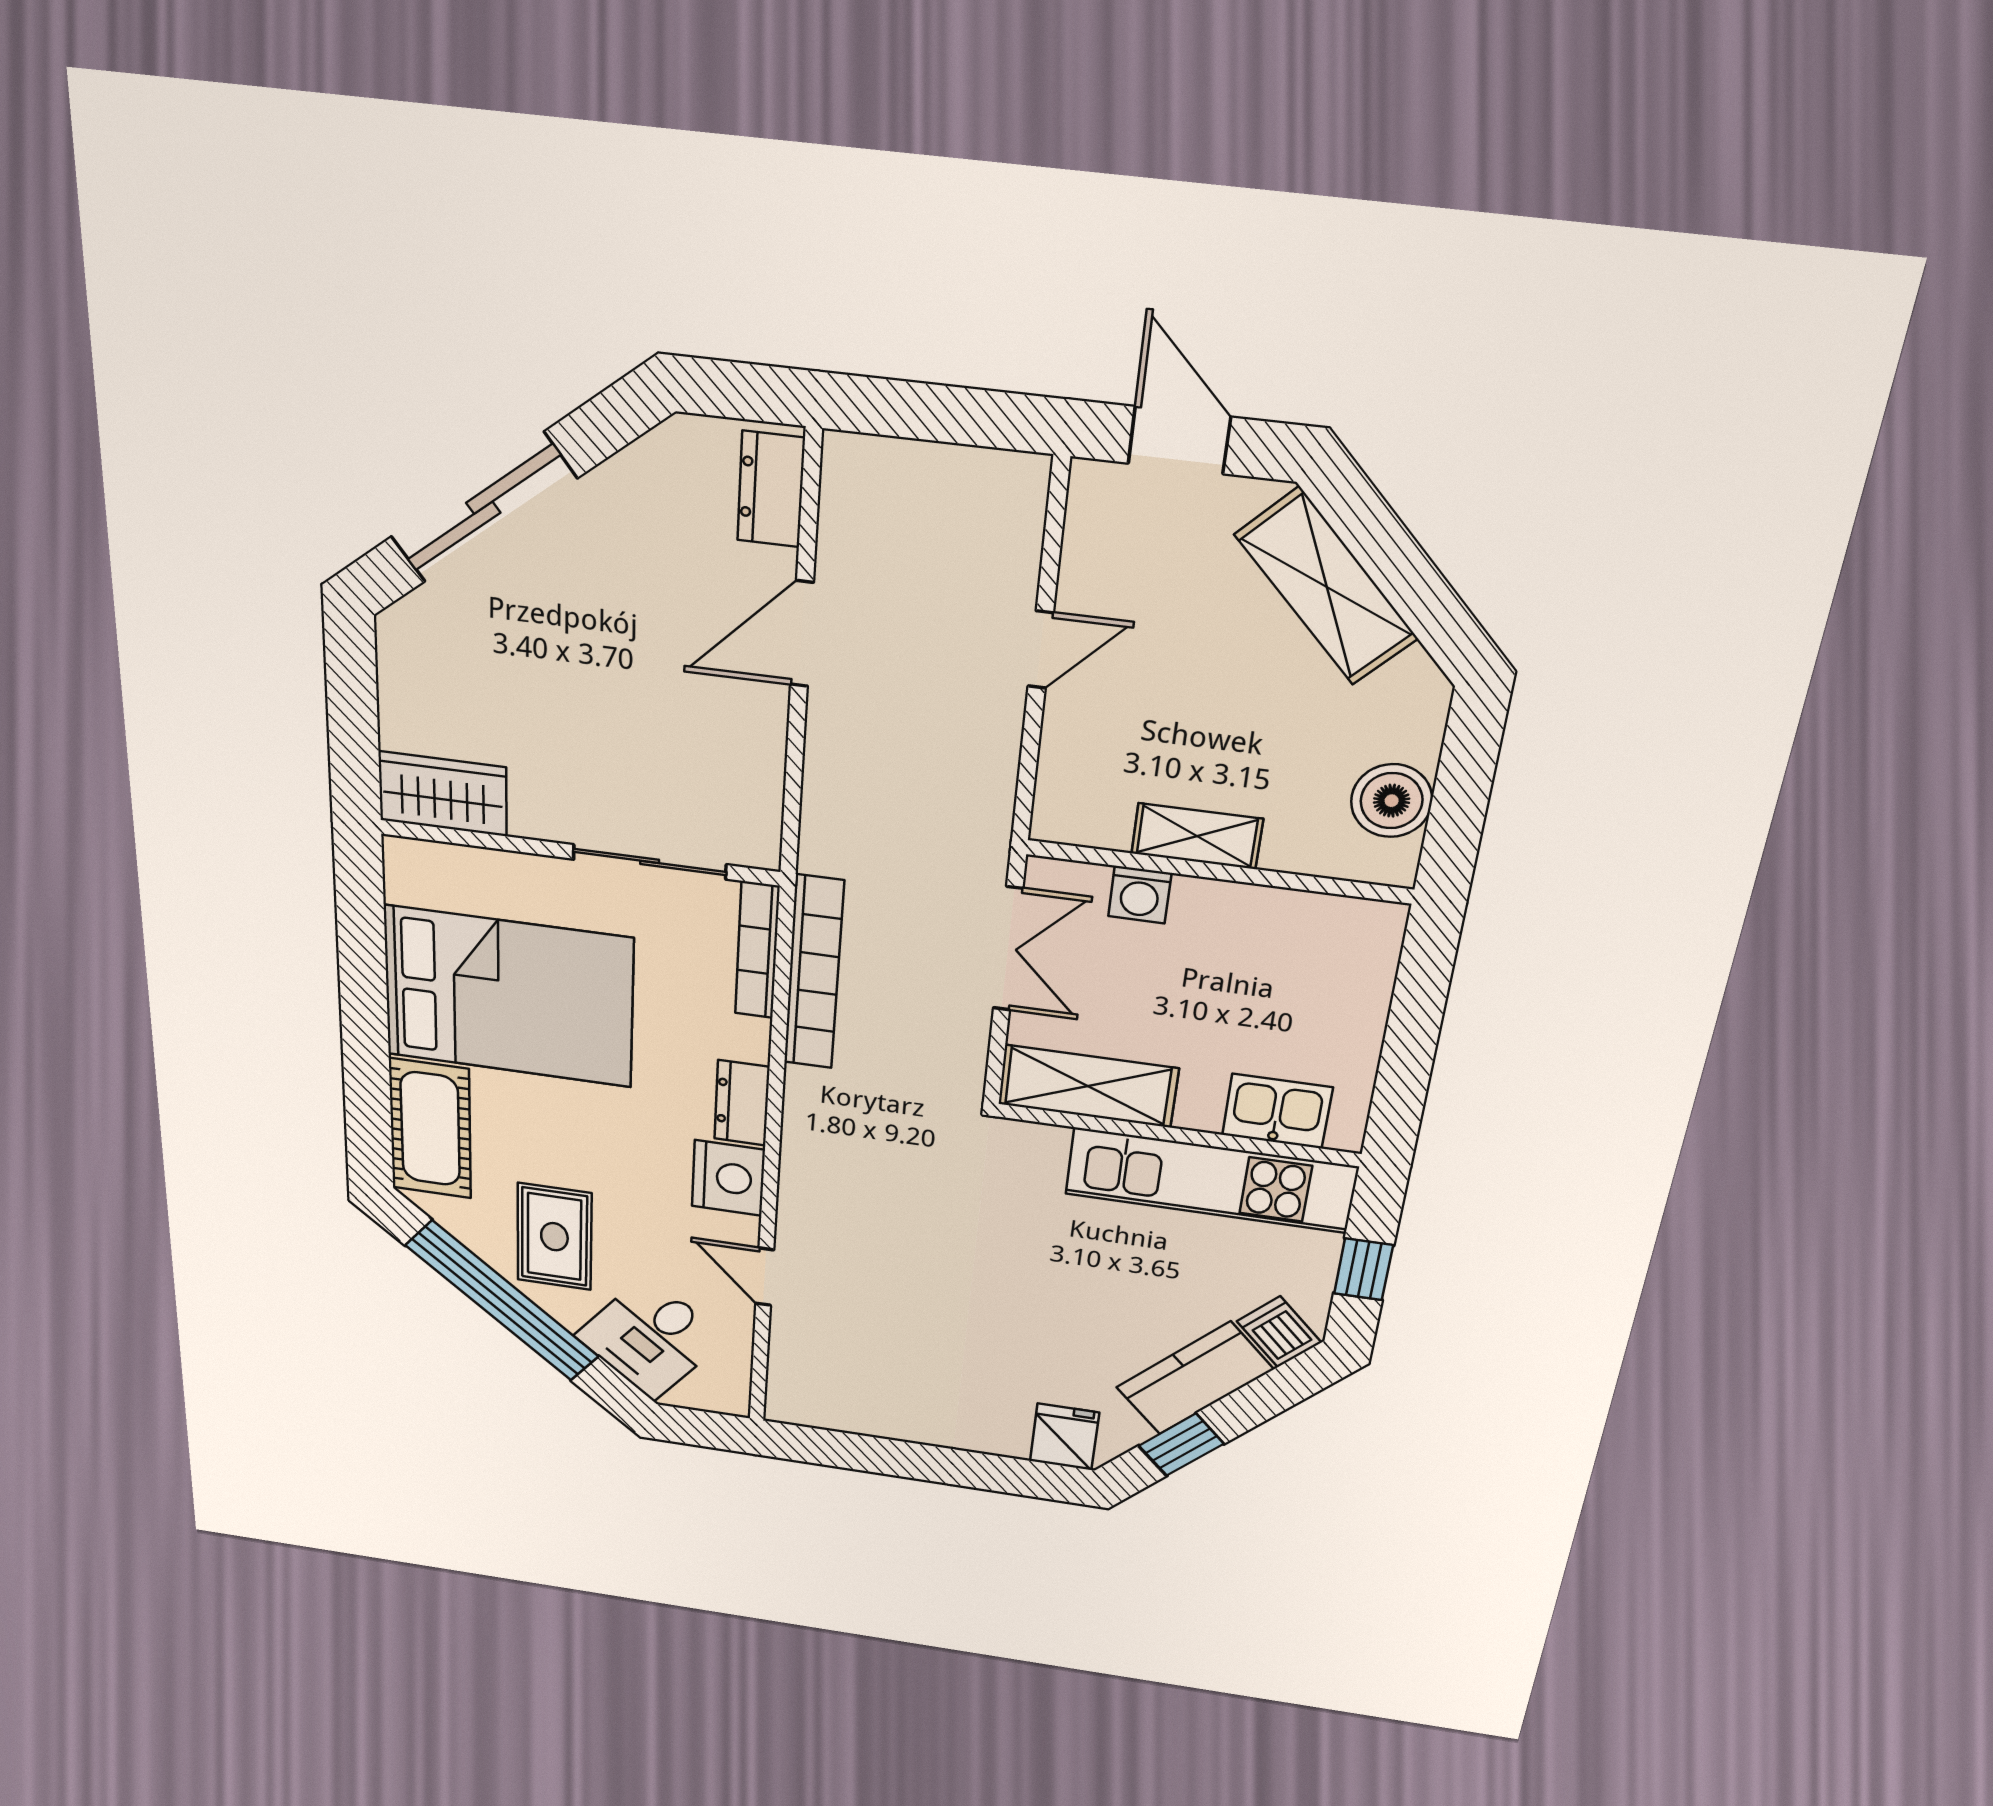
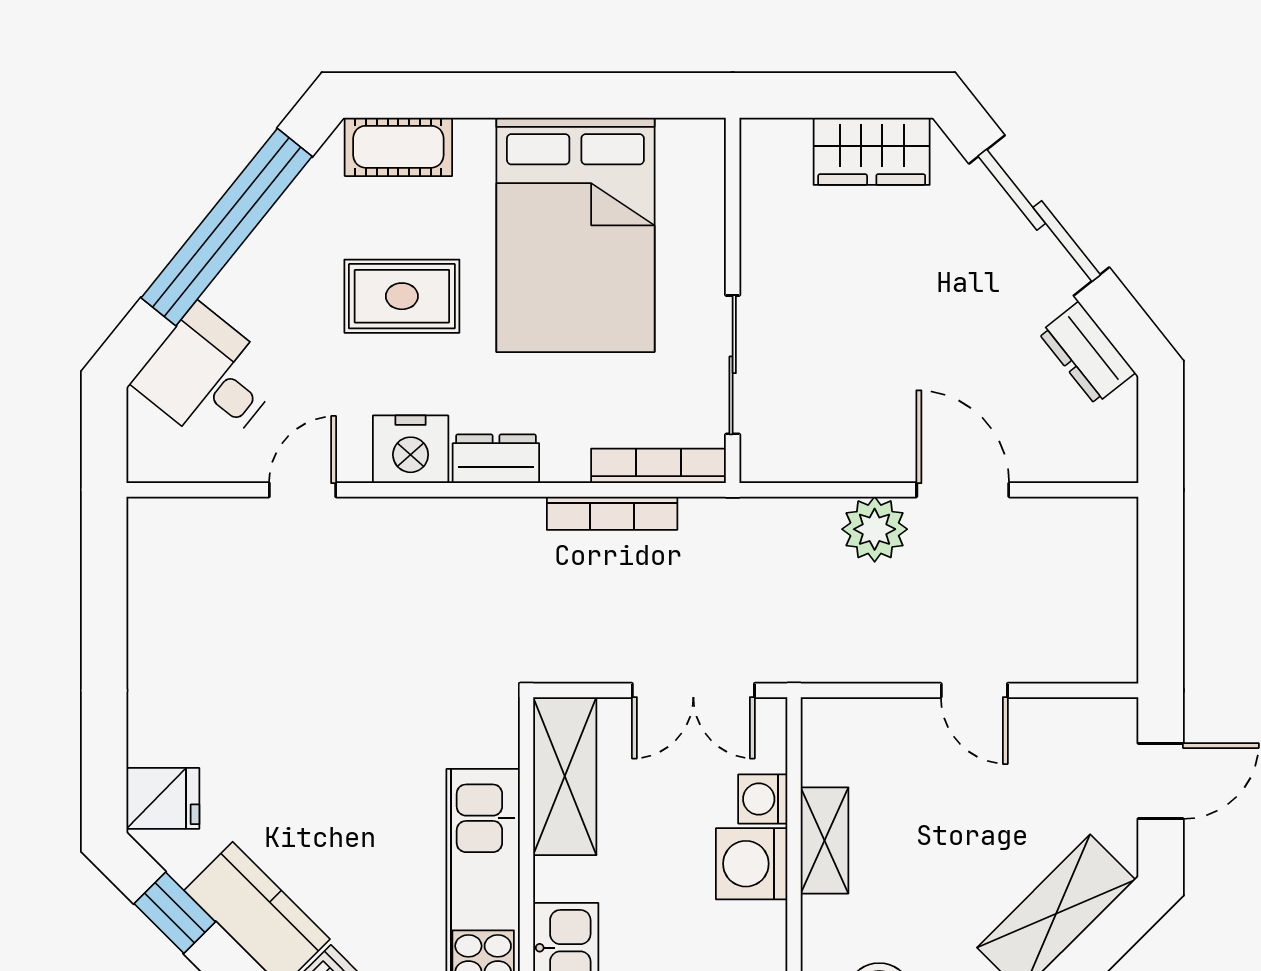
dresser: (771, 489) -> (1087, 353), moved, turned -128
plant: (842, 737) -> (875, 529), added
wardrobe: (443, 794) -> (872, 151), moved, turned 90
washing machine: (1212, 916) -> (752, 864), added
bookcase: (814, 973) -> (612, 513), width x0.68, depth x0.76
cot: (430, 1129) -> (398, 147), width x0.73, depth x0.75
rug: (554, 1237) -> (402, 296), moved

